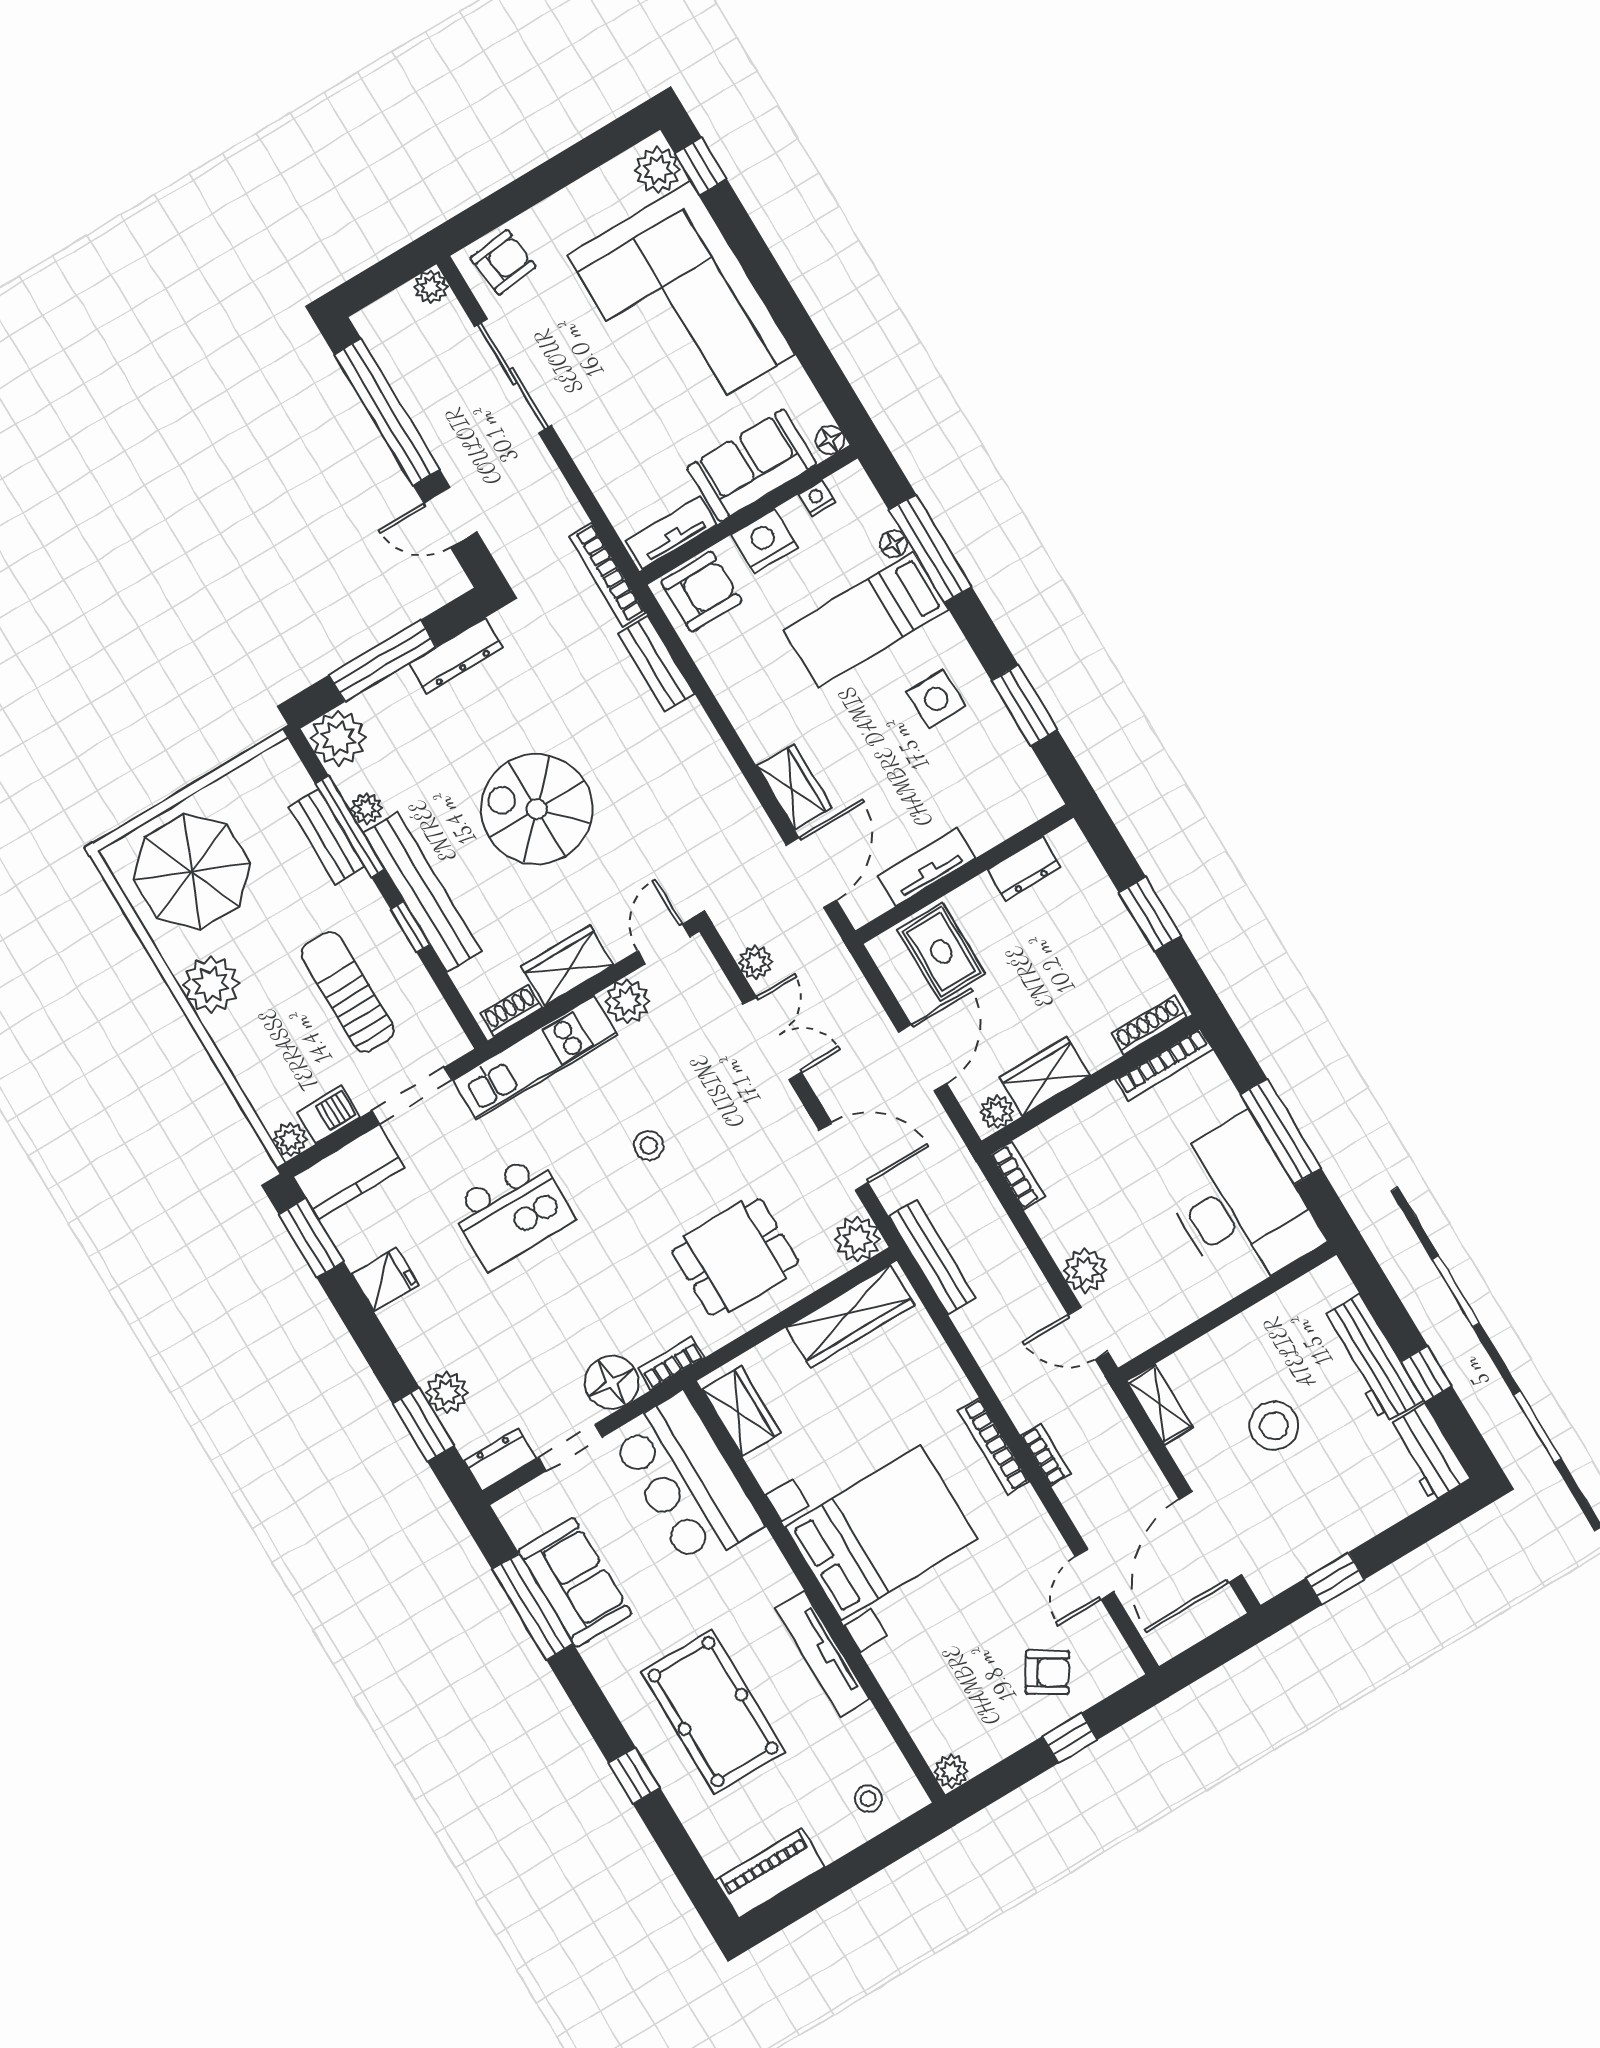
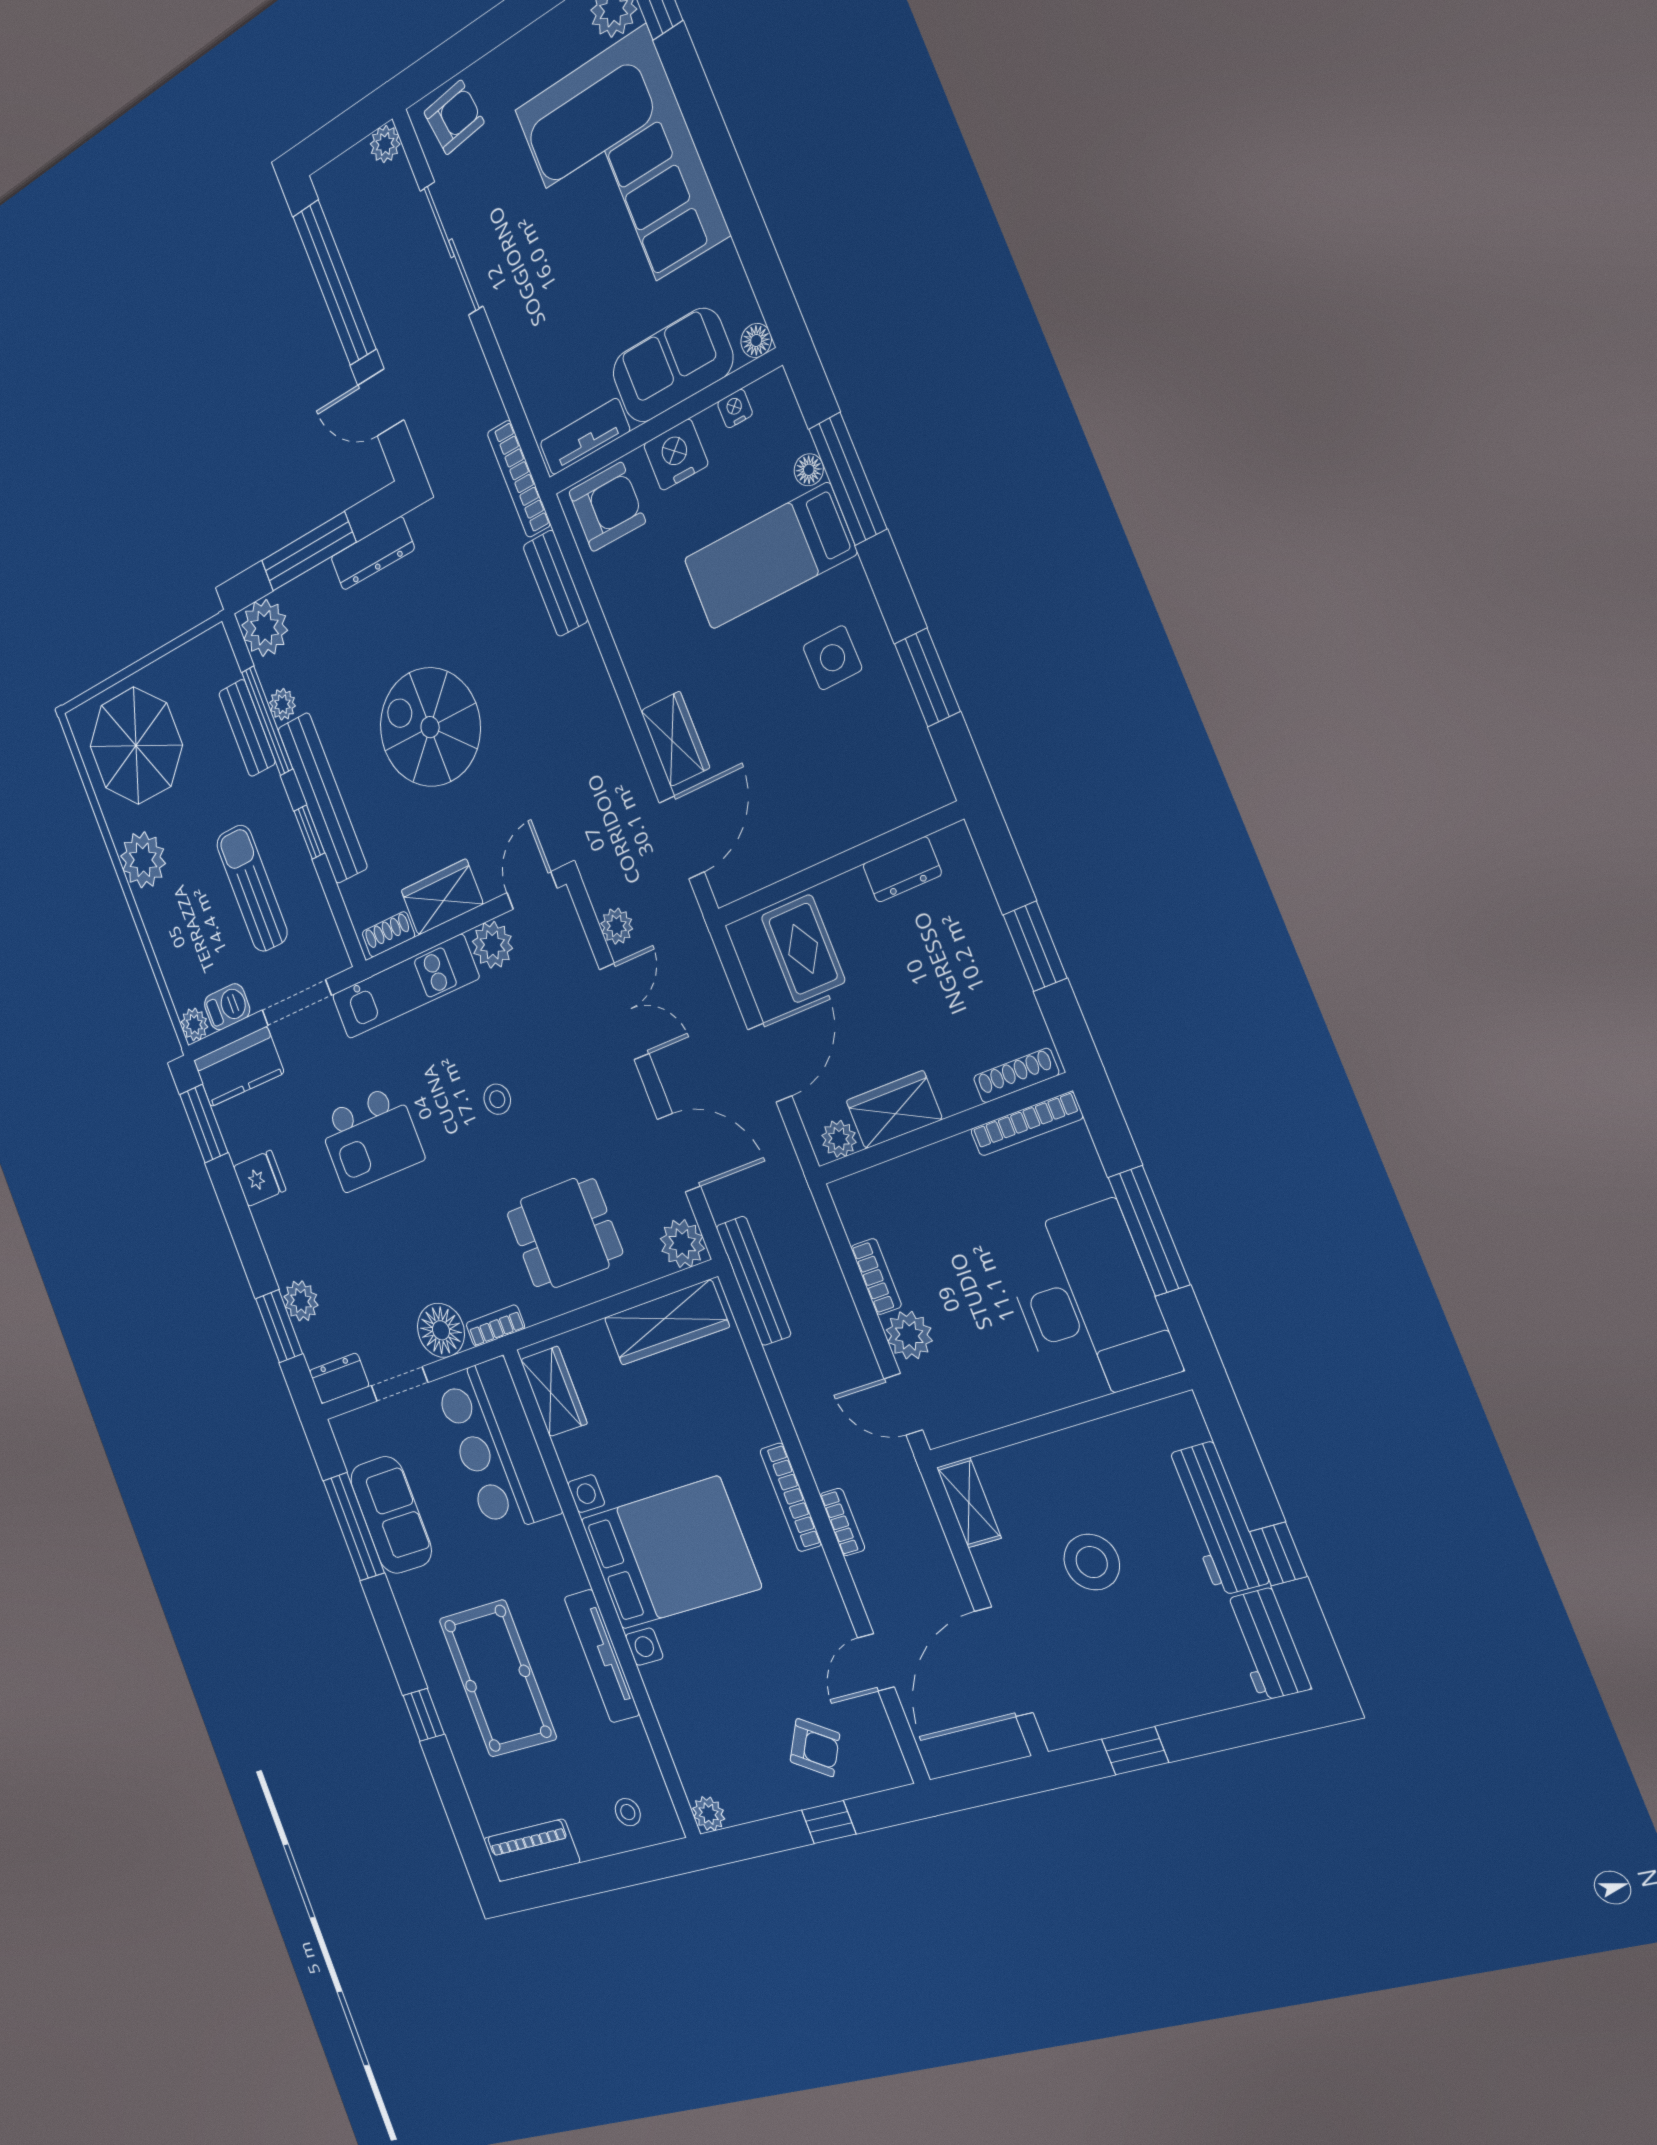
tv unit: (926, 867) -> (799, 850), removed
bookcase: (1018, 1175) -> (876, 1276), moved

